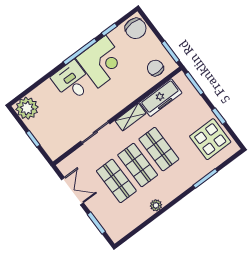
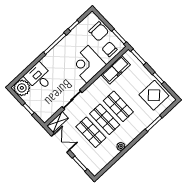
chair: (136, 28) -> (99, 31), moved
corner desk: (102, 62) -> (88, 64), moved, turned 180
desk: (72, 81) -> (39, 77), moved
shelving: (130, 117) -> (58, 122), moved

